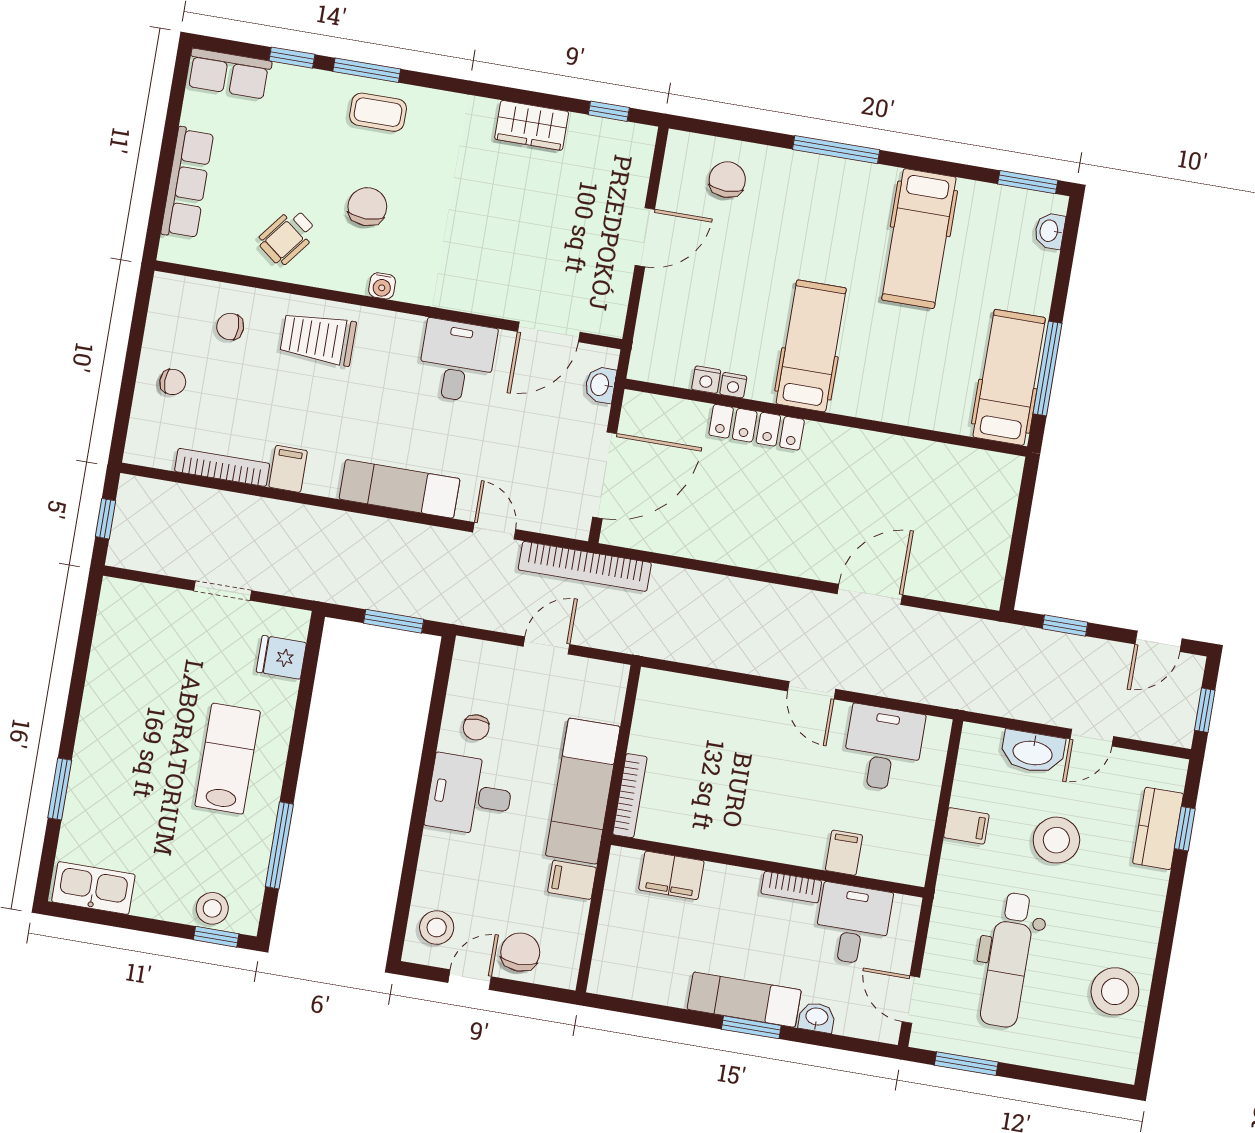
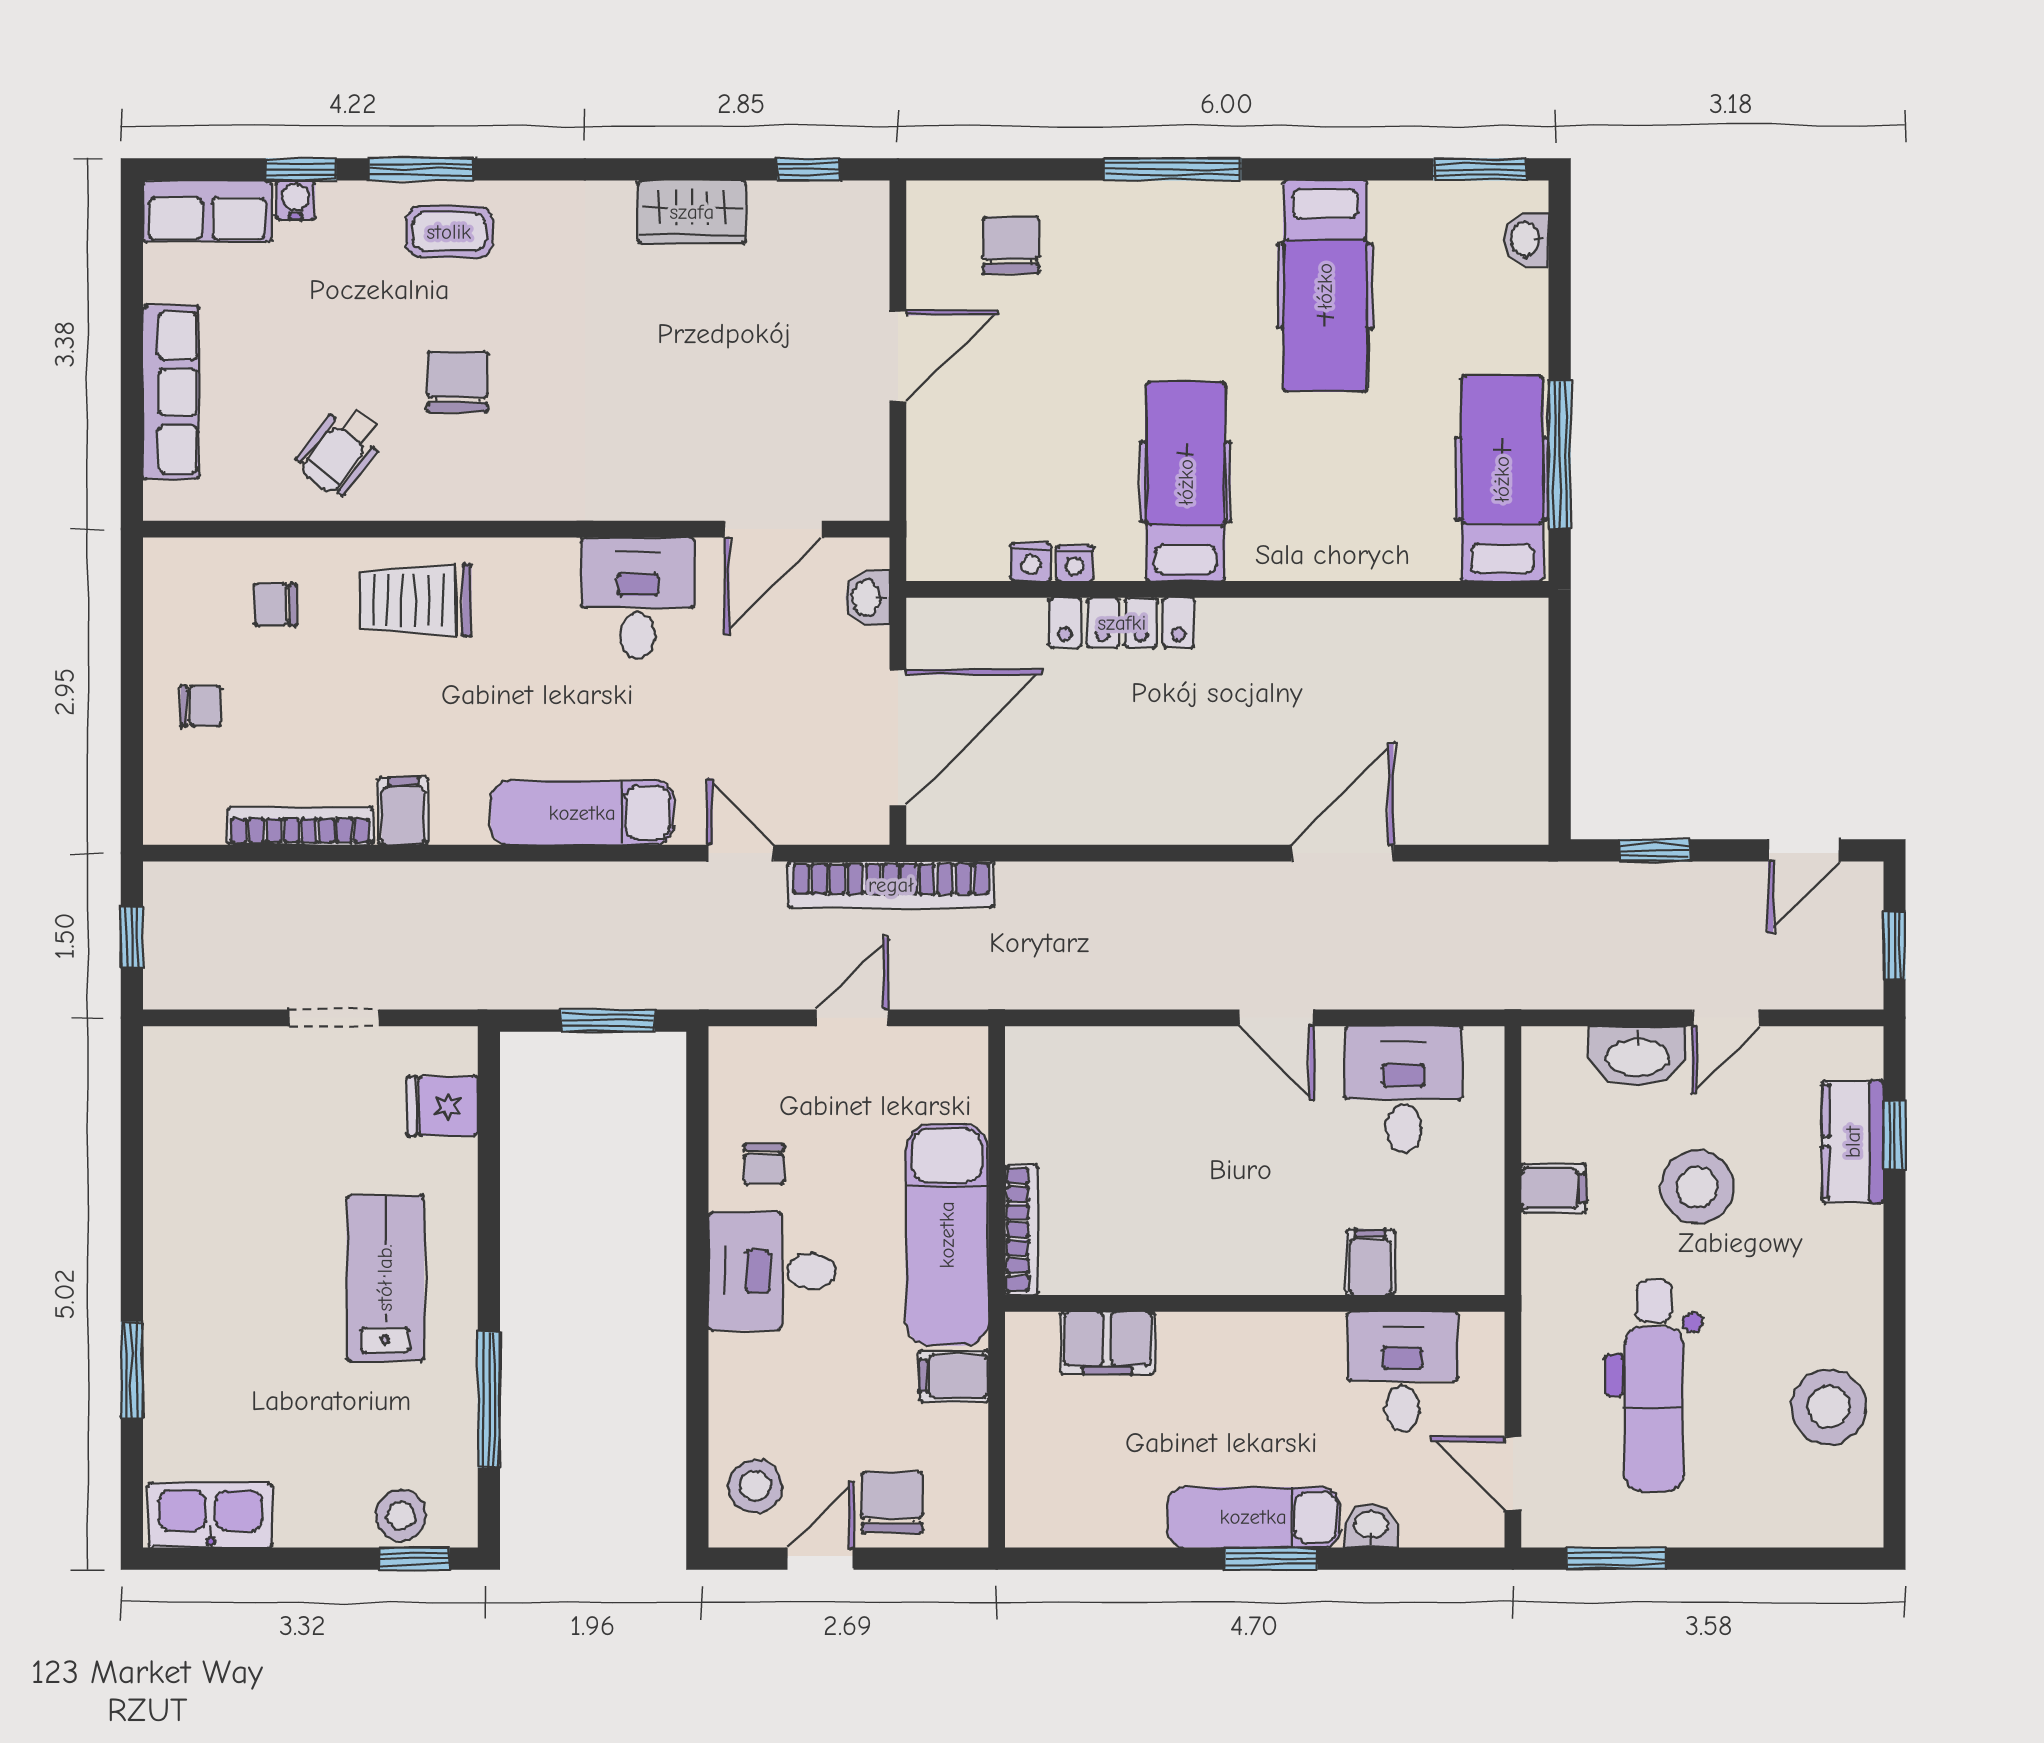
water cooler: (382, 286) -> (296, 200), moved, turned 180
bookcase: (791, 887) -> (1297, 1330), removed

